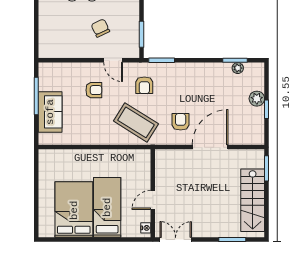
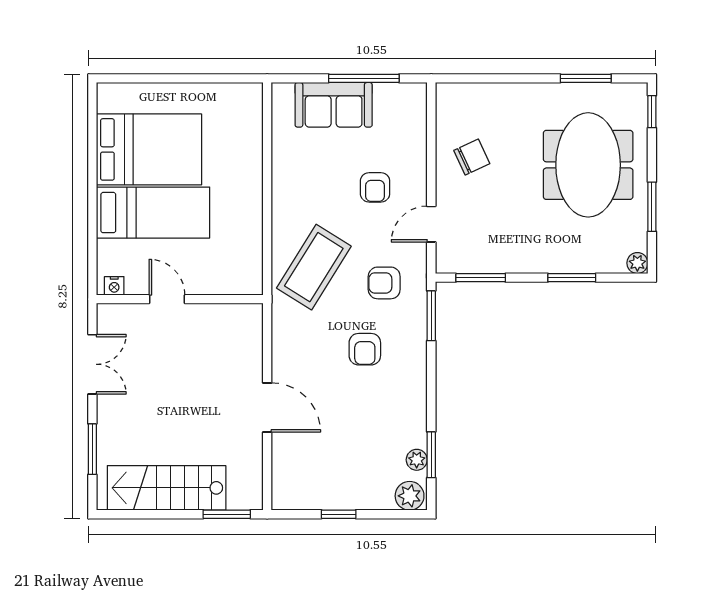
chair: (100, 28) -> (472, 157), moved
plant: (257, 99) -> (410, 496), moved
armchair: (181, 122) -> (365, 349), moved, turned 90
door: (210, 147) -> (267, 407), width x0.73
double door: (176, 239) -> (92, 364), moved

